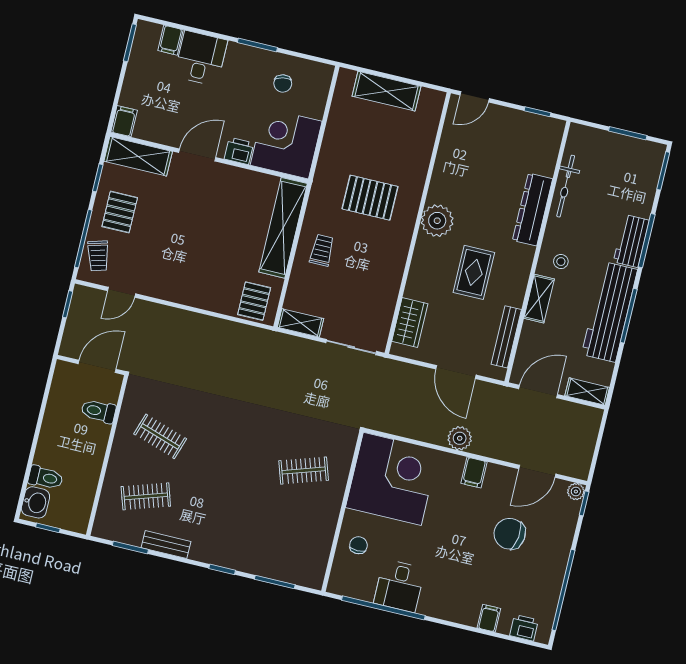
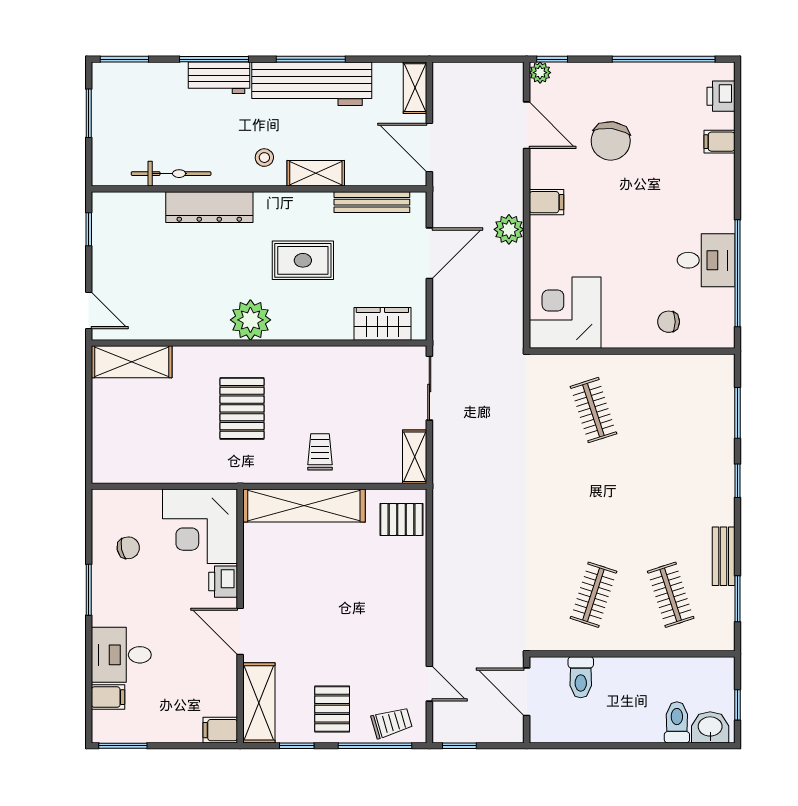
shelving: (386, 91) -> (132, 362), moved, turned 90
pallet: (120, 212) -> (332, 709), turned 90
trolley: (322, 250) -> (320, 452), turned 90
corner desk: (392, 479) -> (565, 313), width x0.74, depth x0.74

